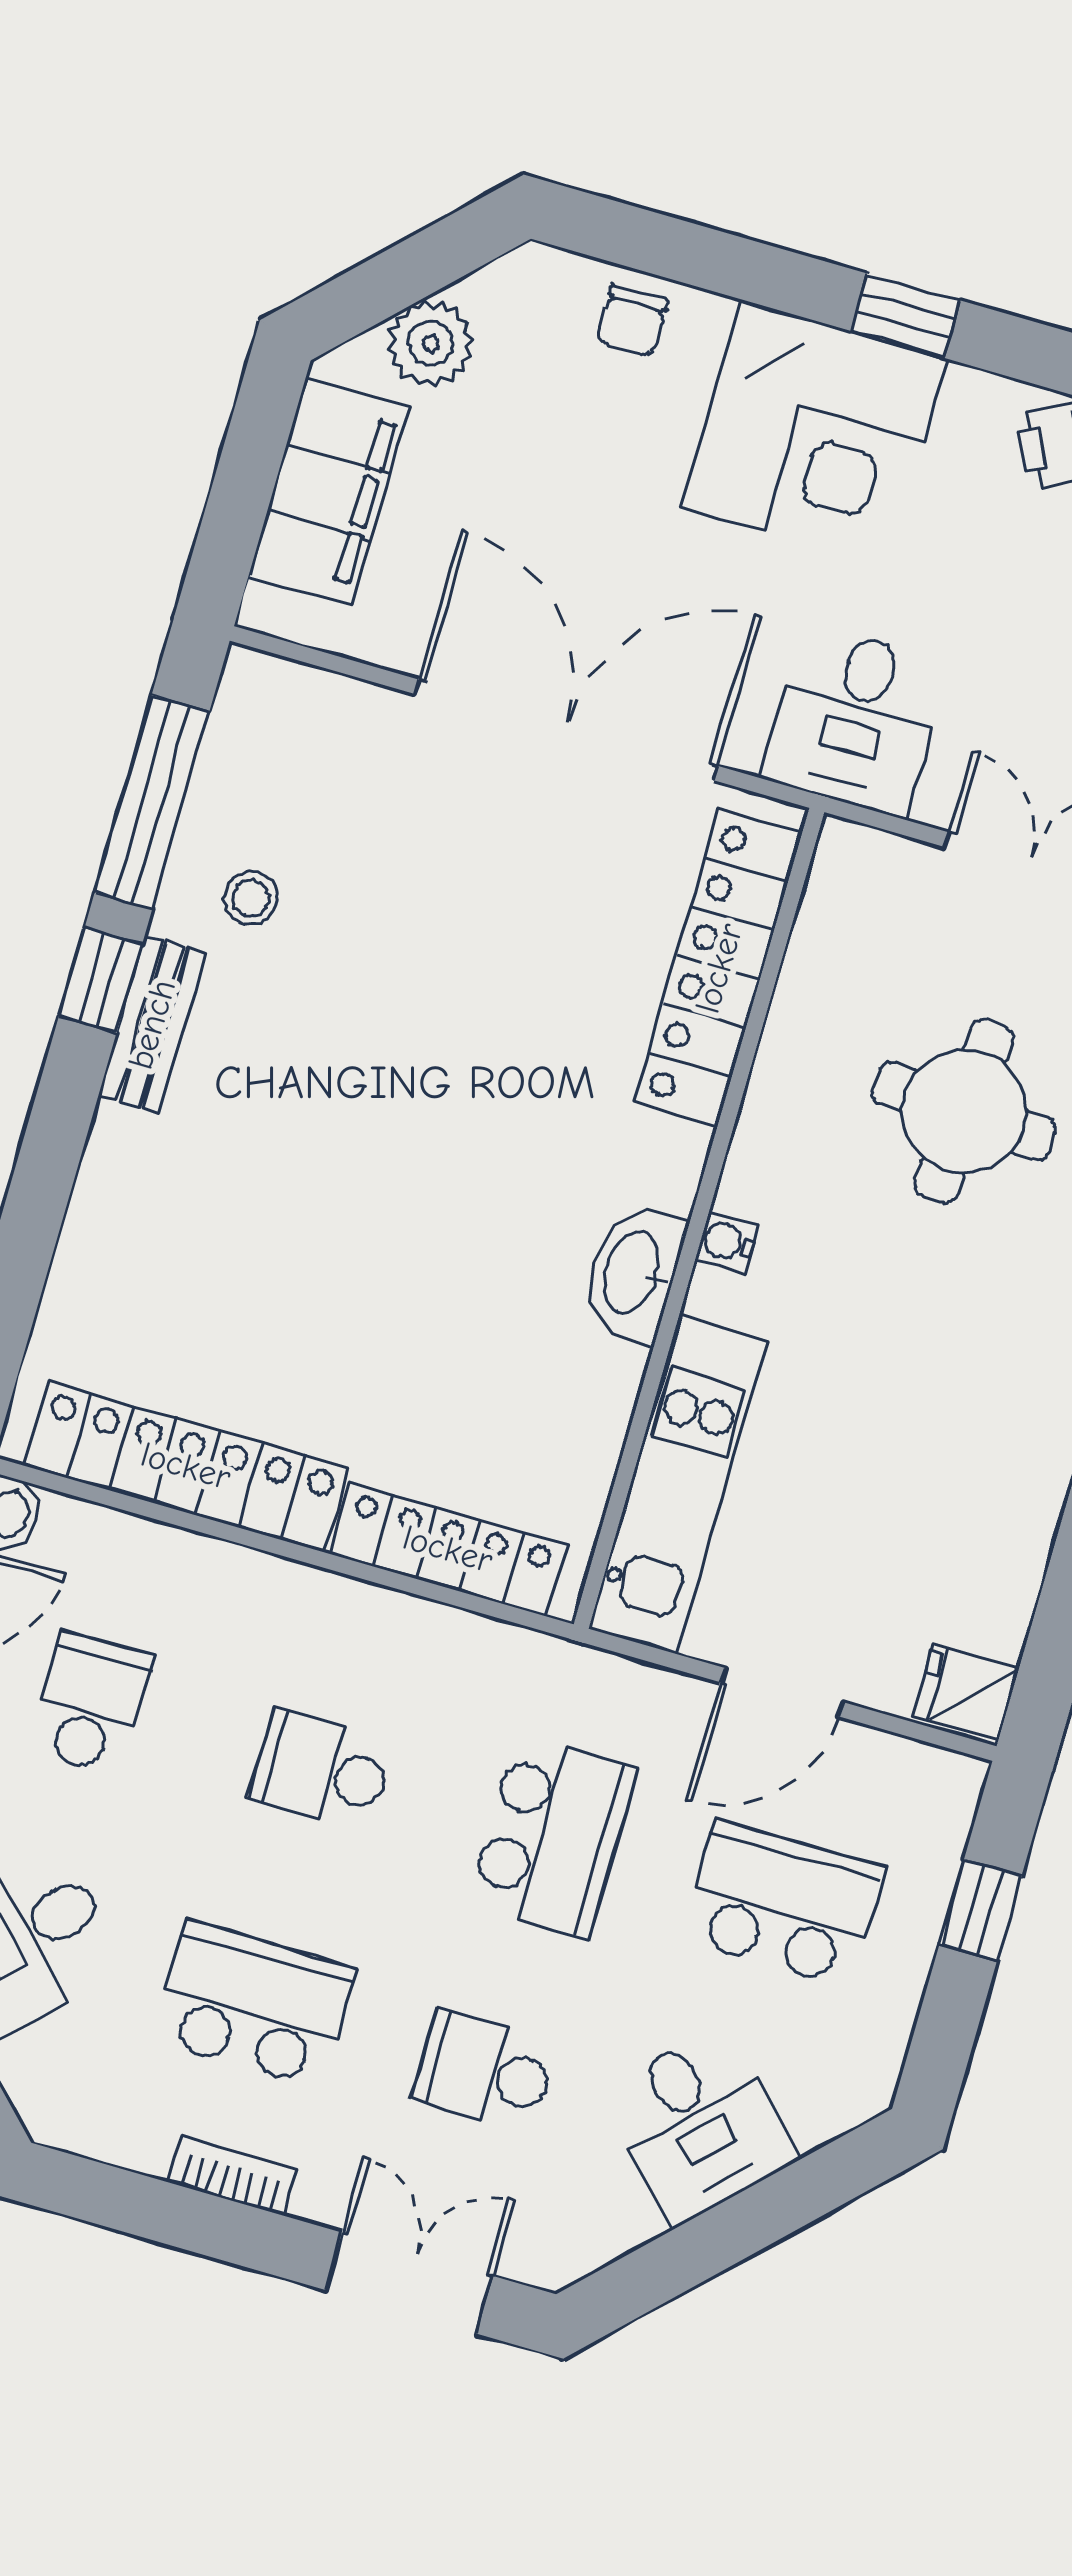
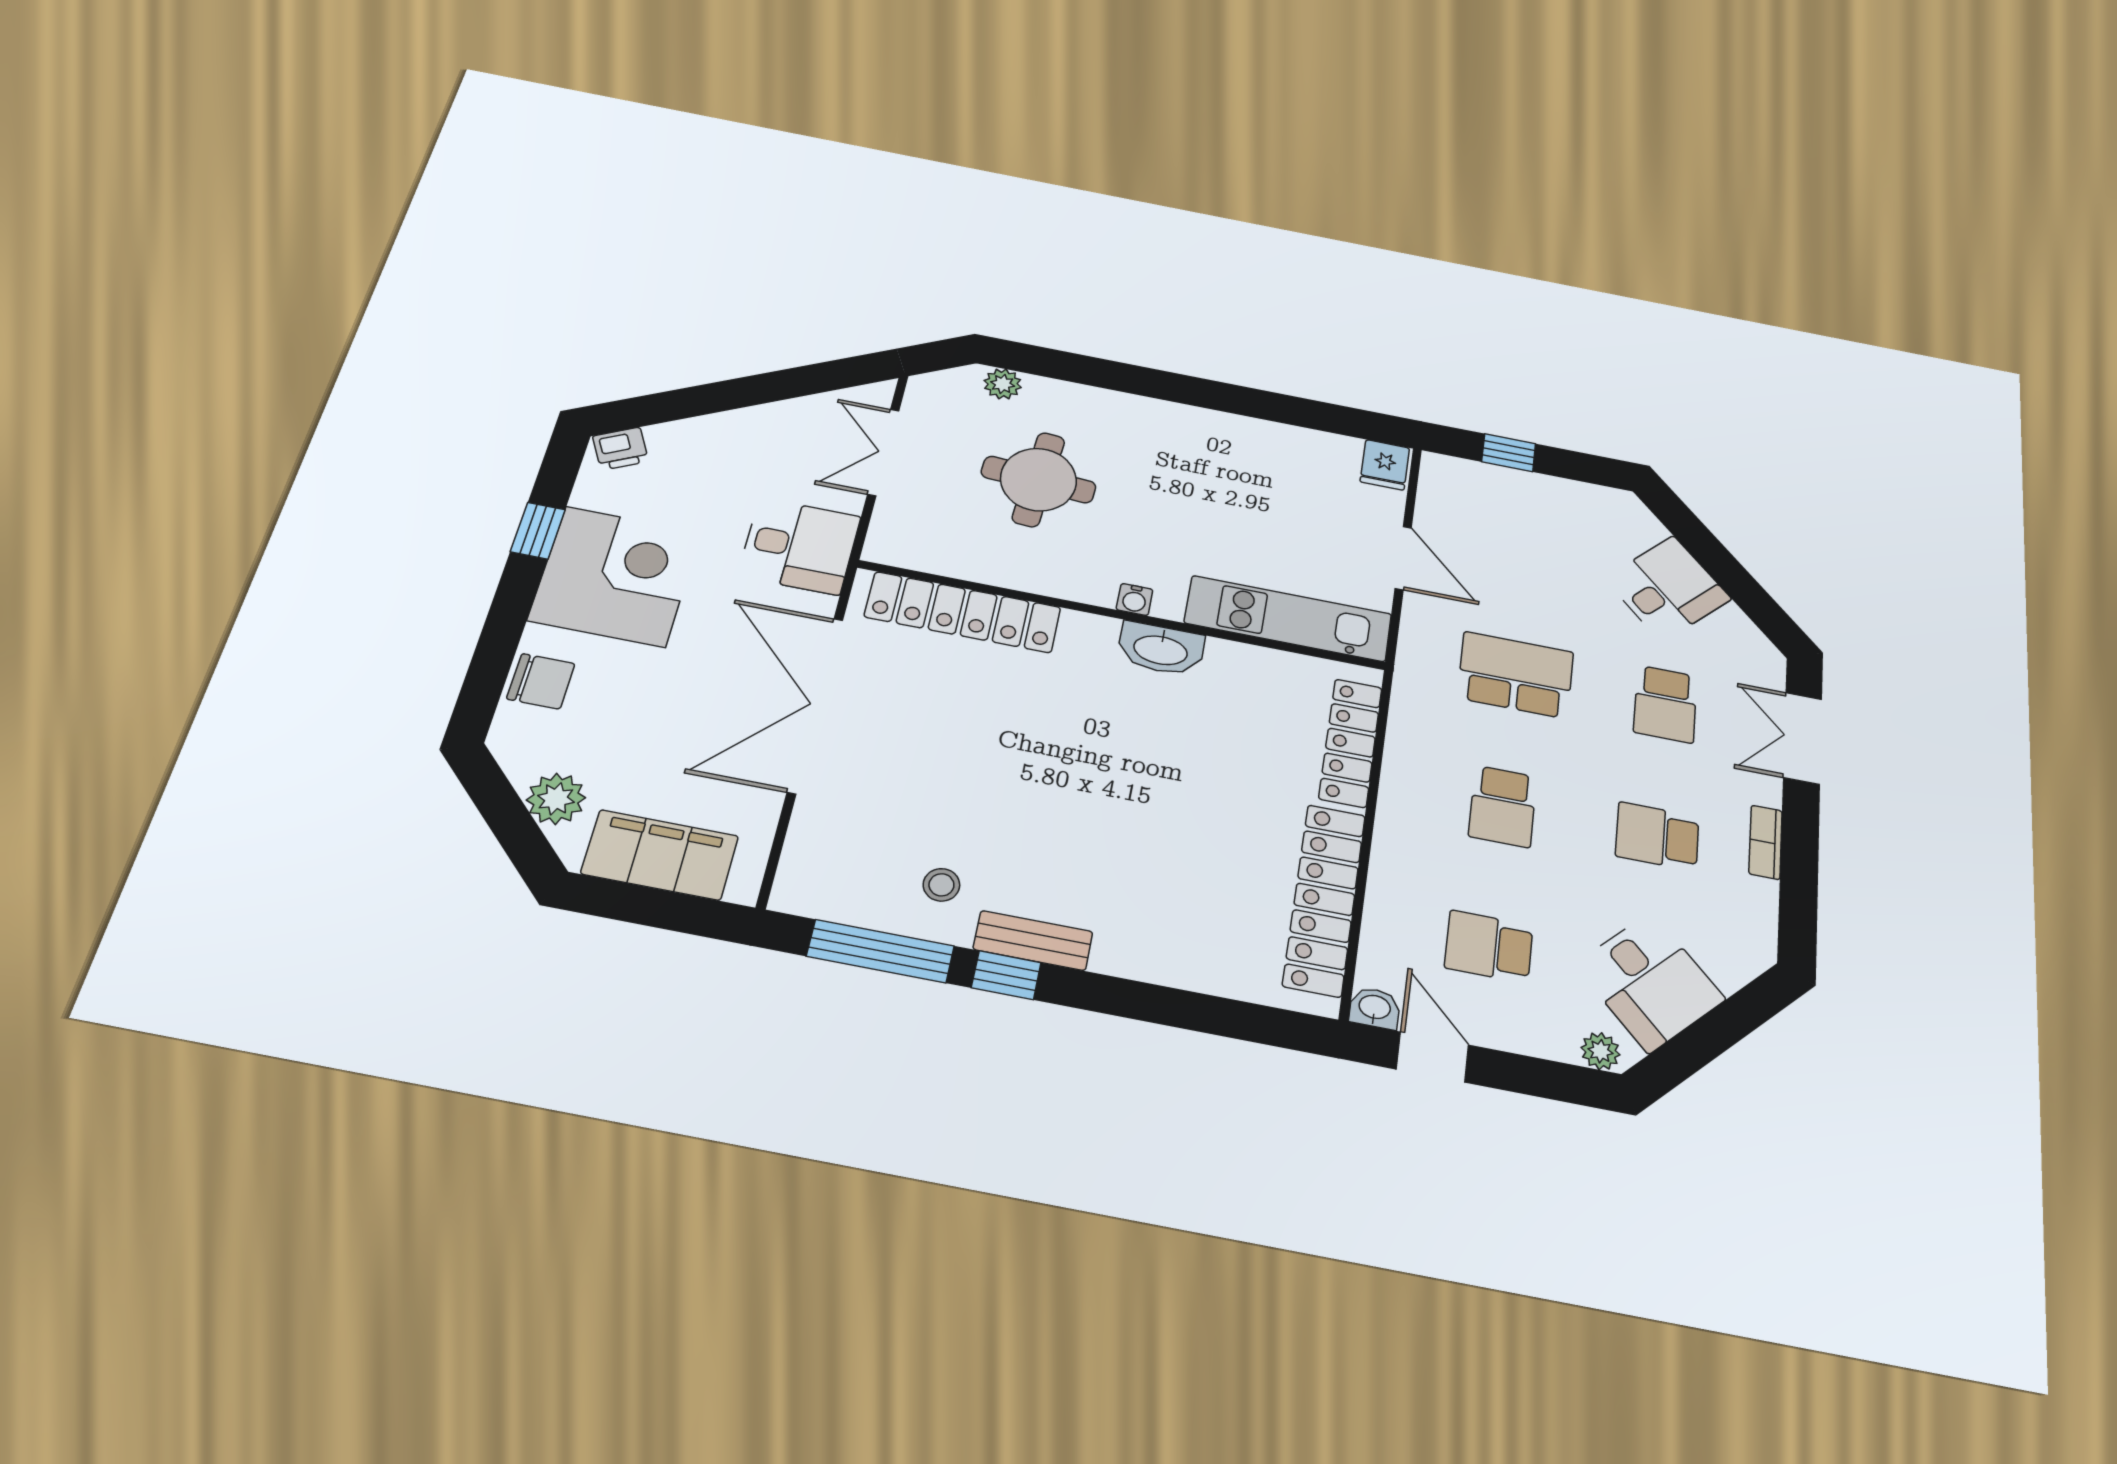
chair: (632, 321) -> (541, 681), width x1.37, depth x1.37
school desk: (783, 1903) -> (1528, 552), removed
school desk: (254, 2005) -> (1657, 836), width x0.54

